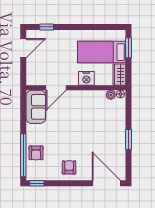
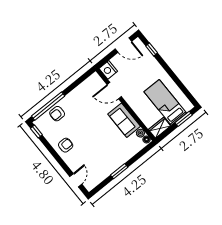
nightstand: (86, 78) -> (108, 70), moved
sofa: (36, 107) -> (124, 120), moved, turned 90
door: (106, 183) -> (76, 180), width x0.53

